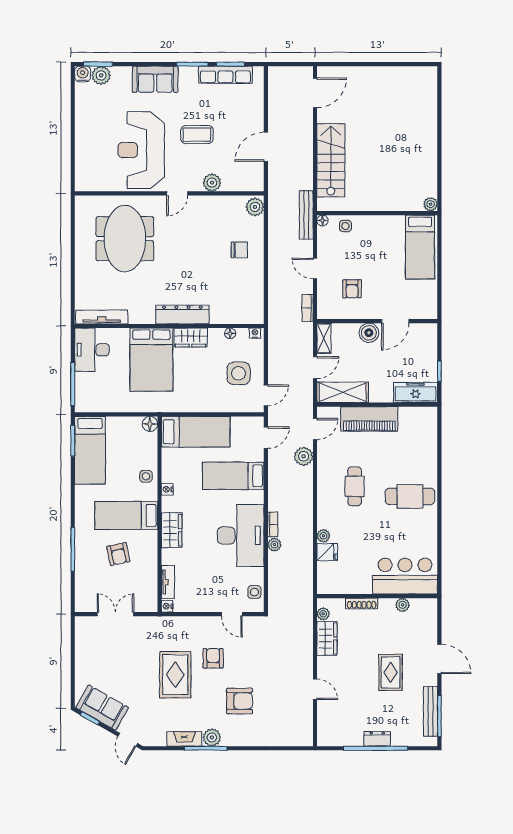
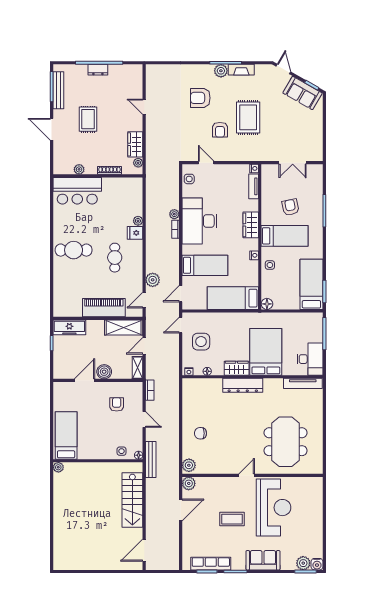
plant: (212, 183) -> (189, 483), moved
fridge: (327, 552) -> (135, 233), moved

